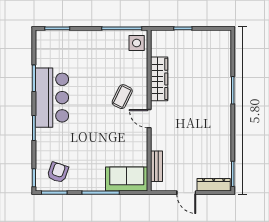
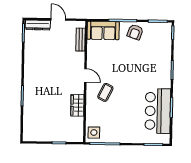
wardrobe: (159, 79) -> (77, 105), width x0.67
bar counter: (52, 98) -> (158, 111), moved
armchair: (58, 172) -> (135, 32), moved

